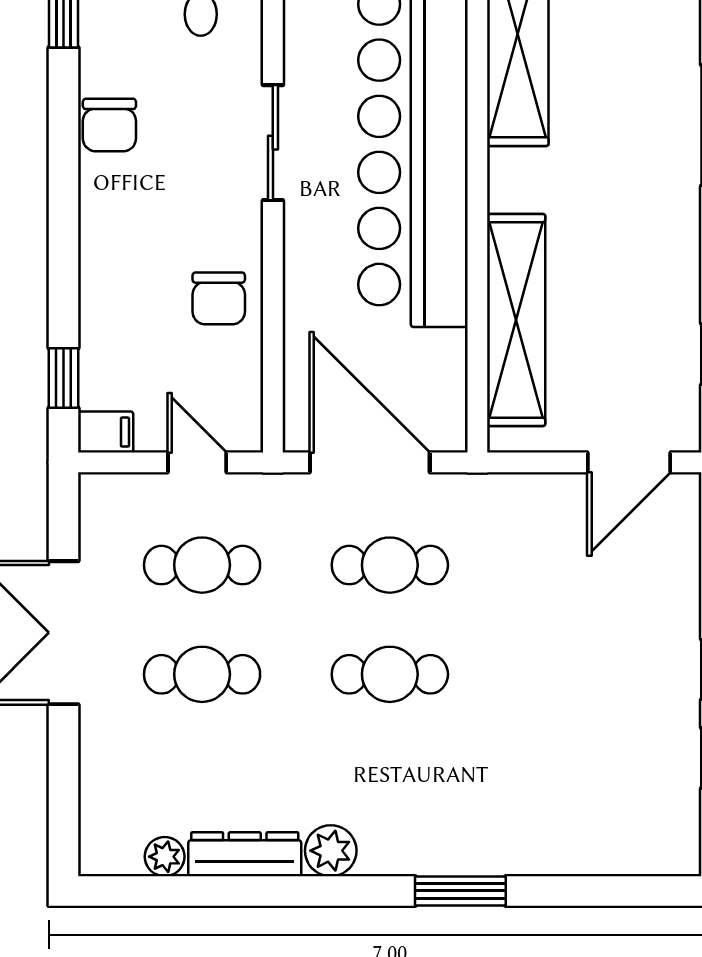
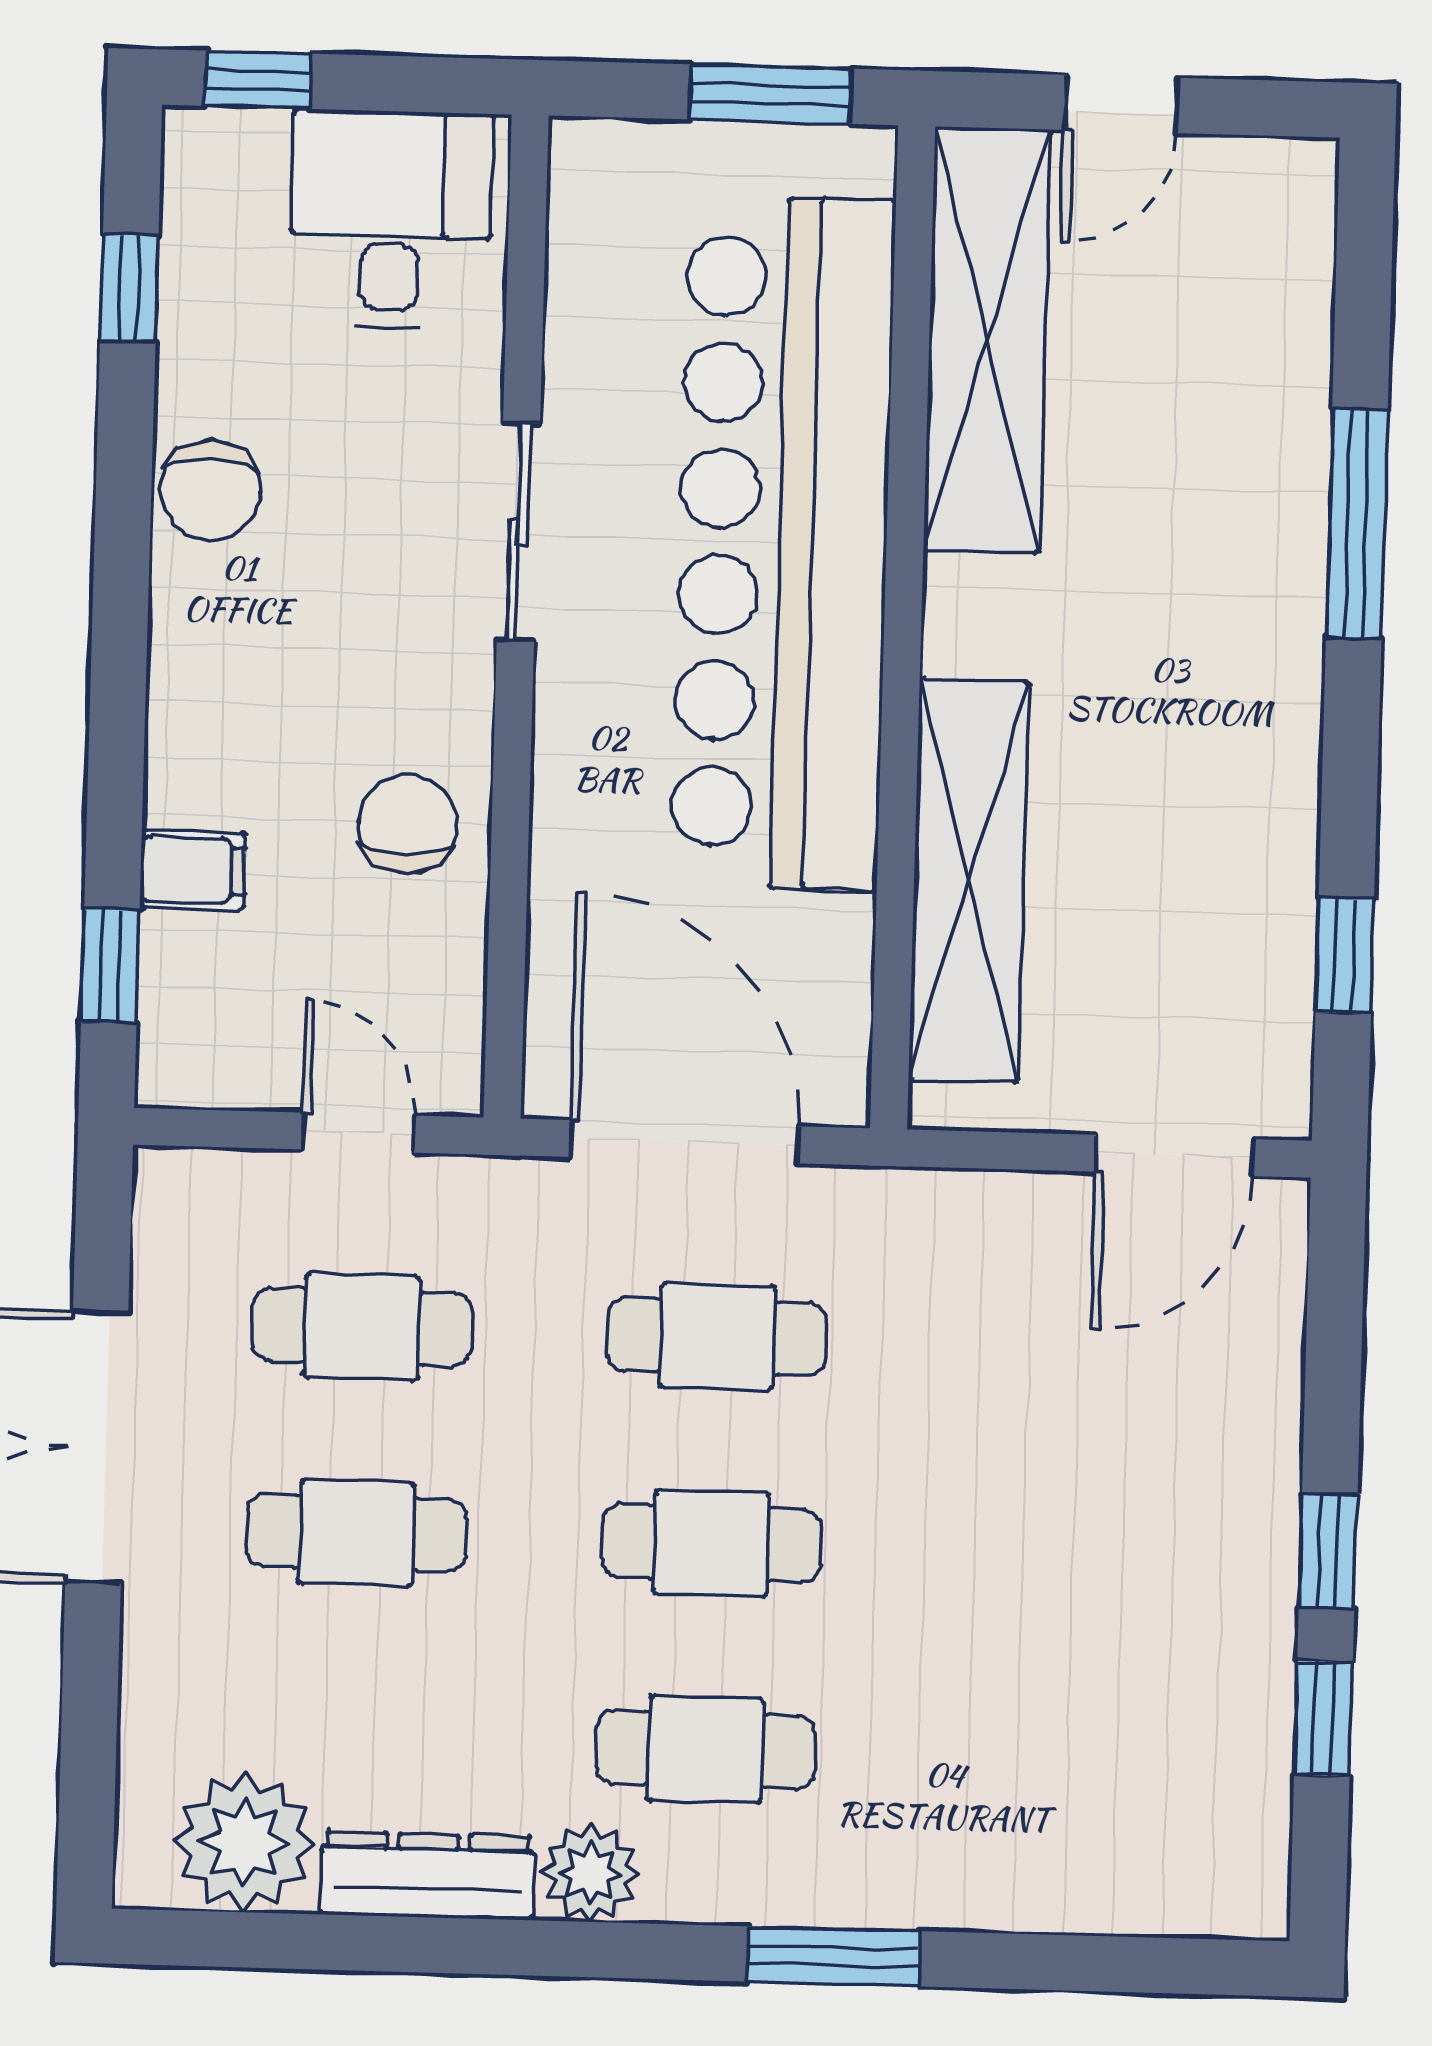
chair: (219, 298) -> (408, 824), turned 180
filing cabinet: (106, 432) -> (193, 870), moved
cafe table: (390, 784) -> (705, 1750), added
plant: (165, 857) -> (244, 1842), width x1.88, depth x1.88

